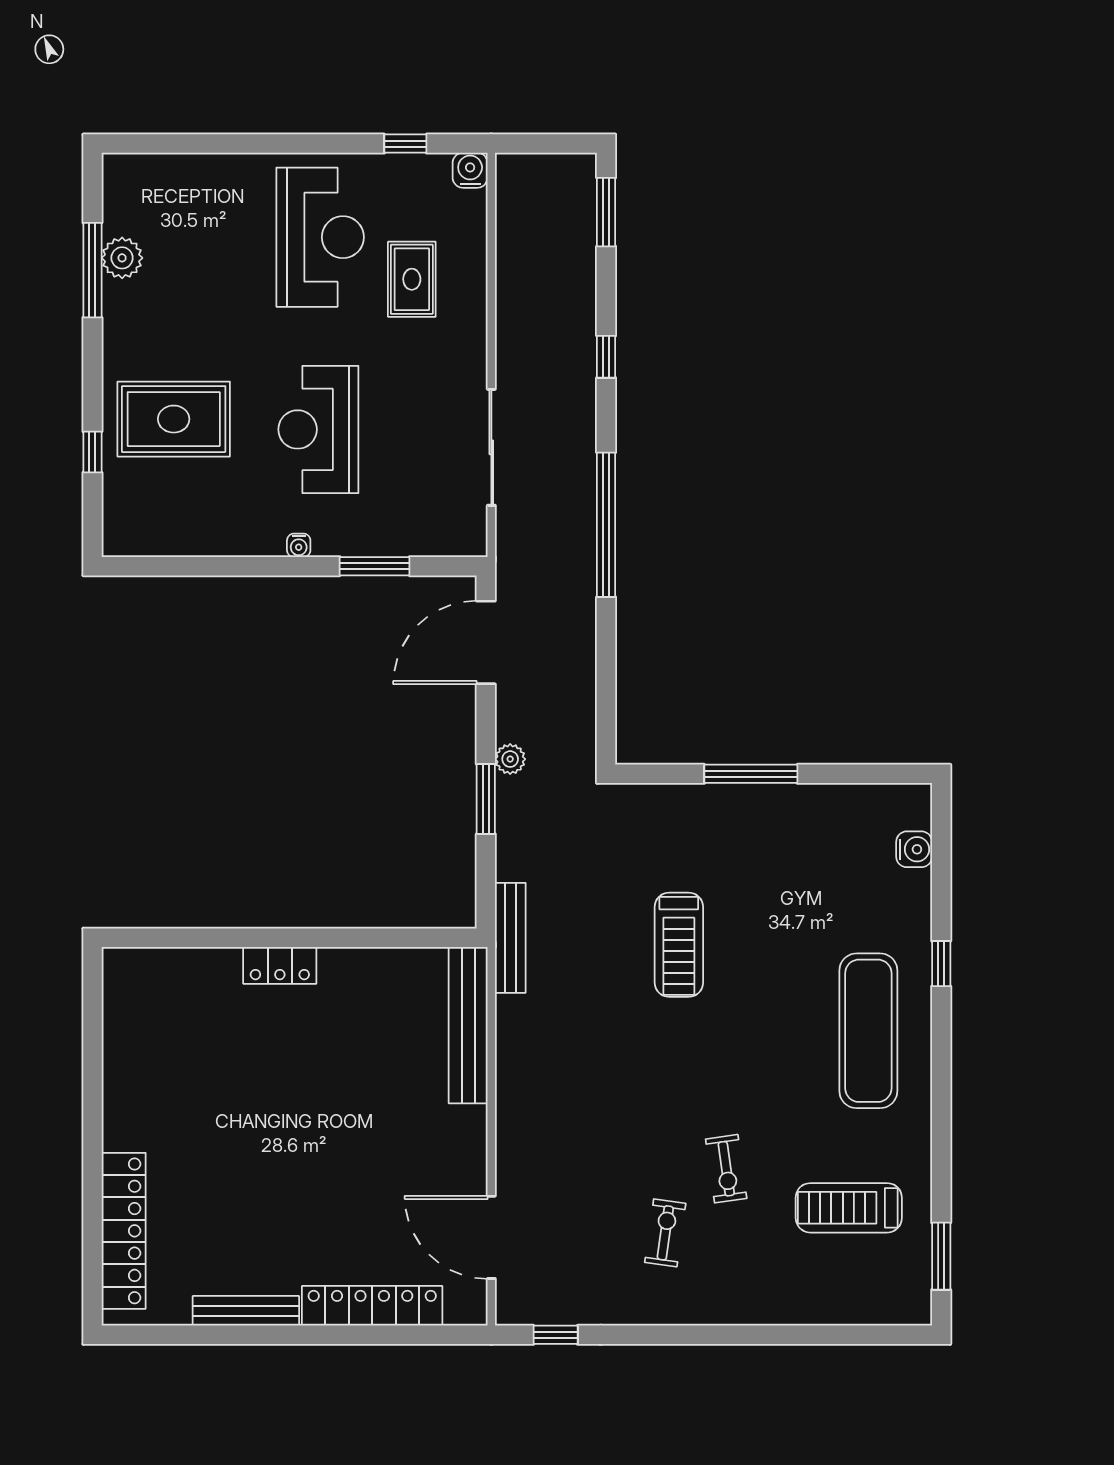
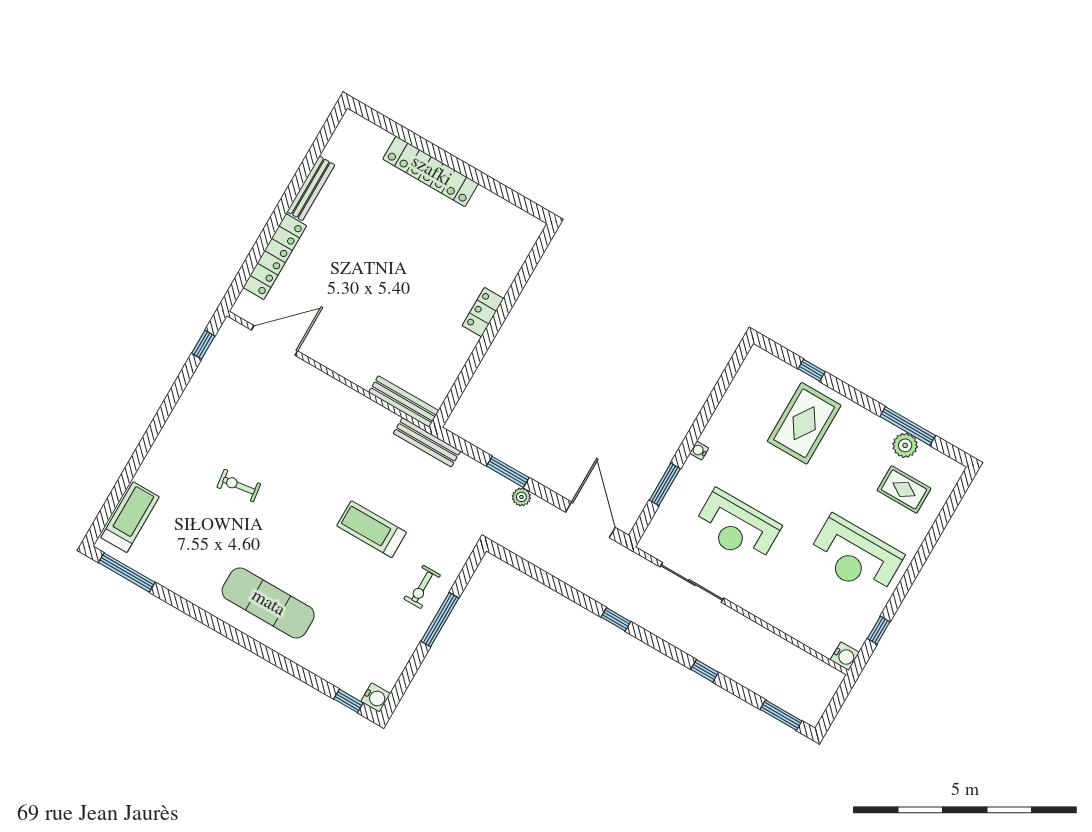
rug: (412, 279) -> (904, 489), moved
reception desk: (318, 429) -> (737, 527), moved, turned 180
window: (606, 525) -> (616, 619), width x0.32
water cooler: (914, 849) -> (376, 698), moved, turned -90
window: (941, 964) -> (348, 701), moved
bench: (468, 1025) -> (404, 402), width x0.73, depth x0.82
treadmill: (849, 1208) -> (130, 517), moved
locker: (124, 1231) -> (431, 171), moved
exercise bike: (665, 1233) -> (422, 587), moved, turned 82
window: (941, 1256) -> (127, 572), width x1.44

